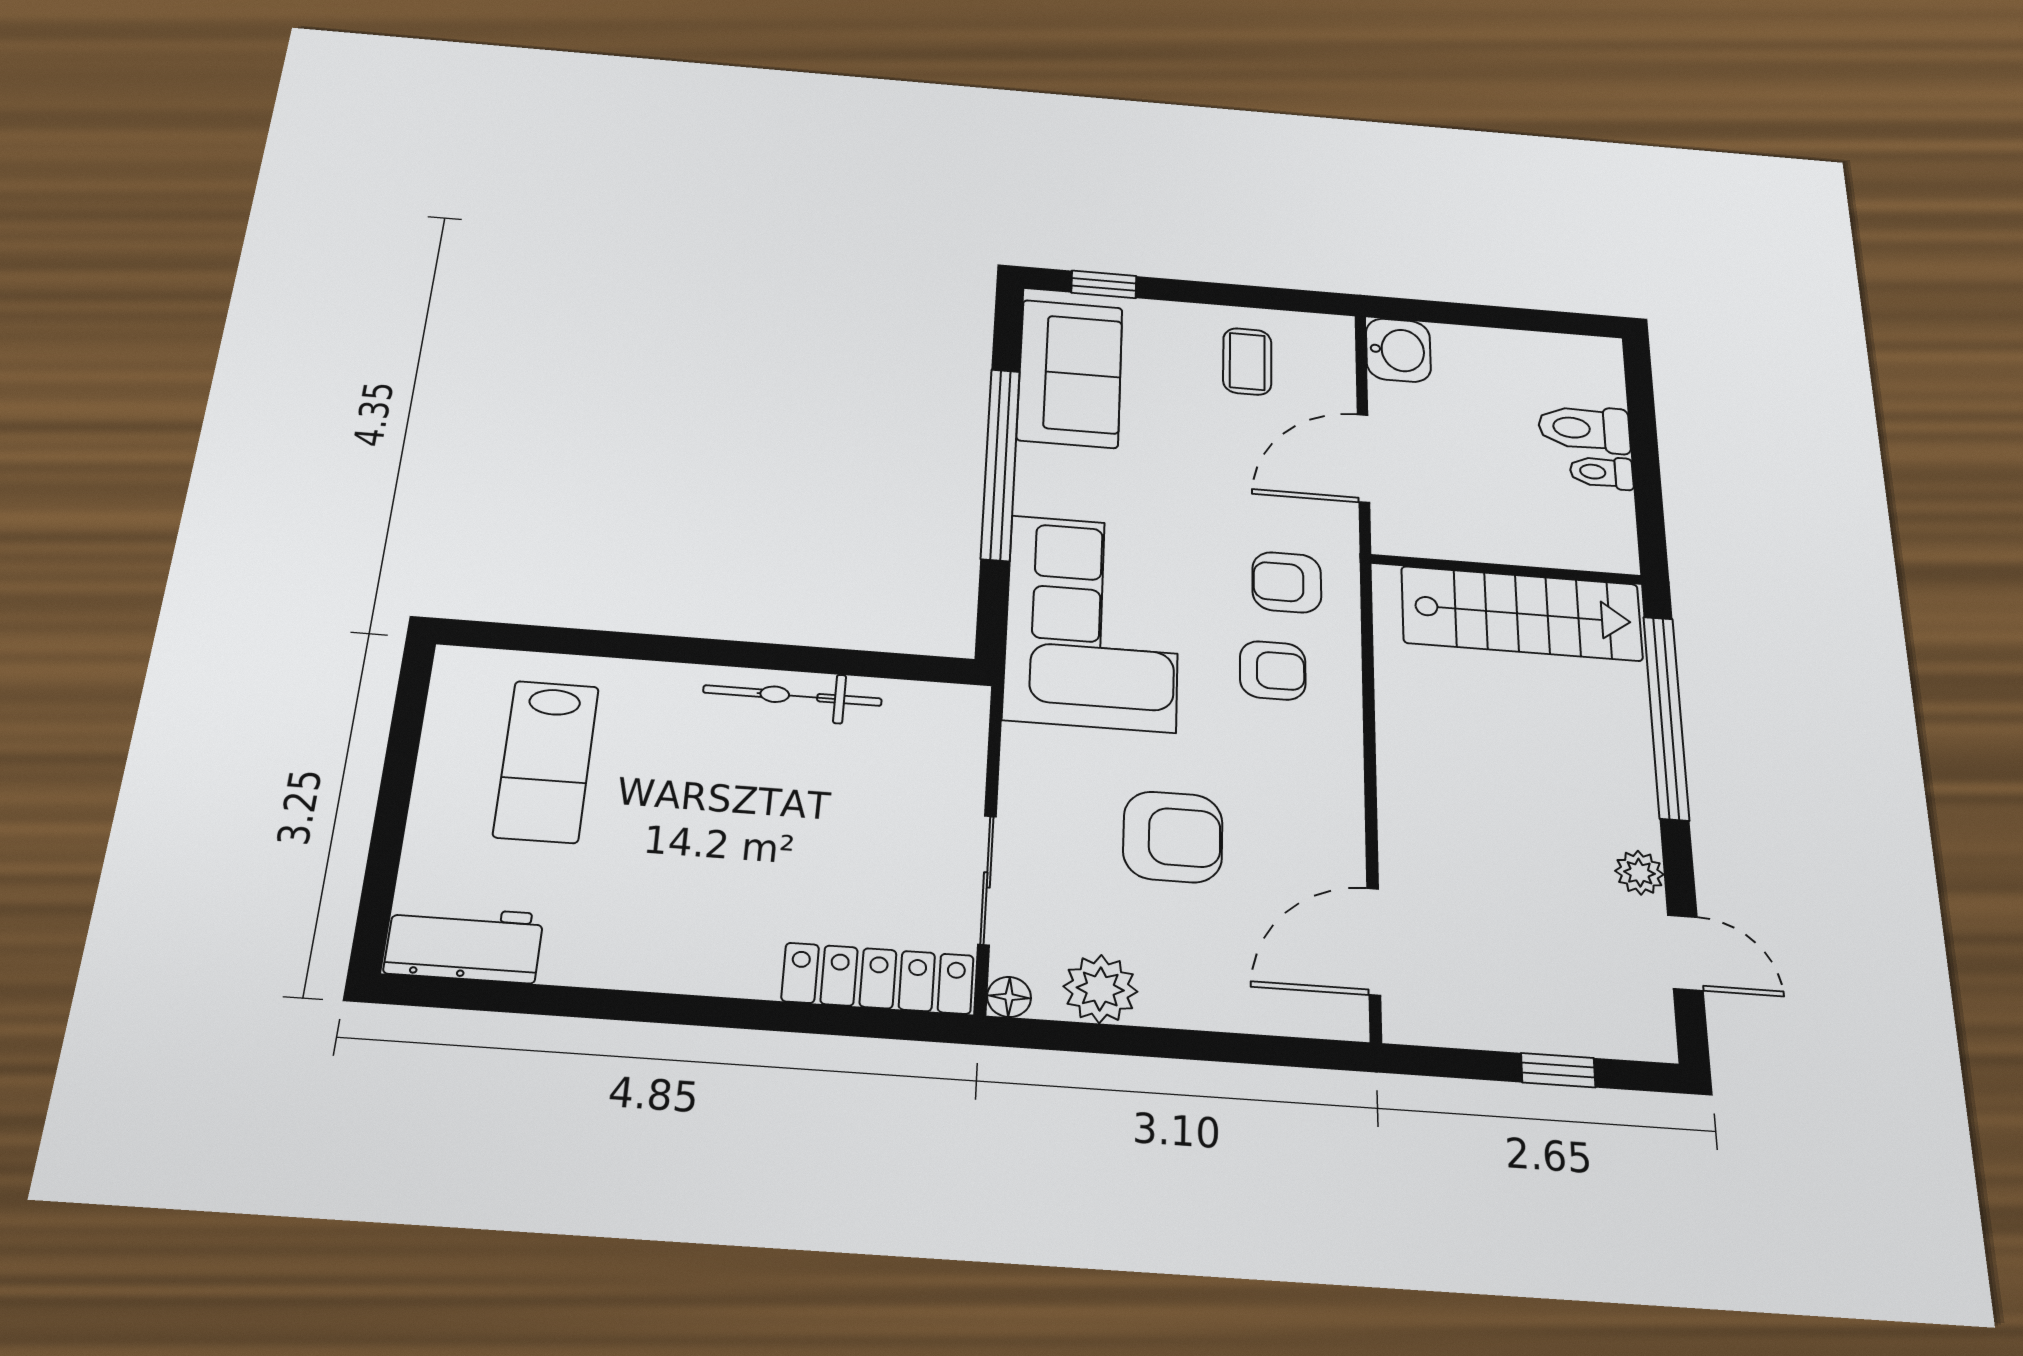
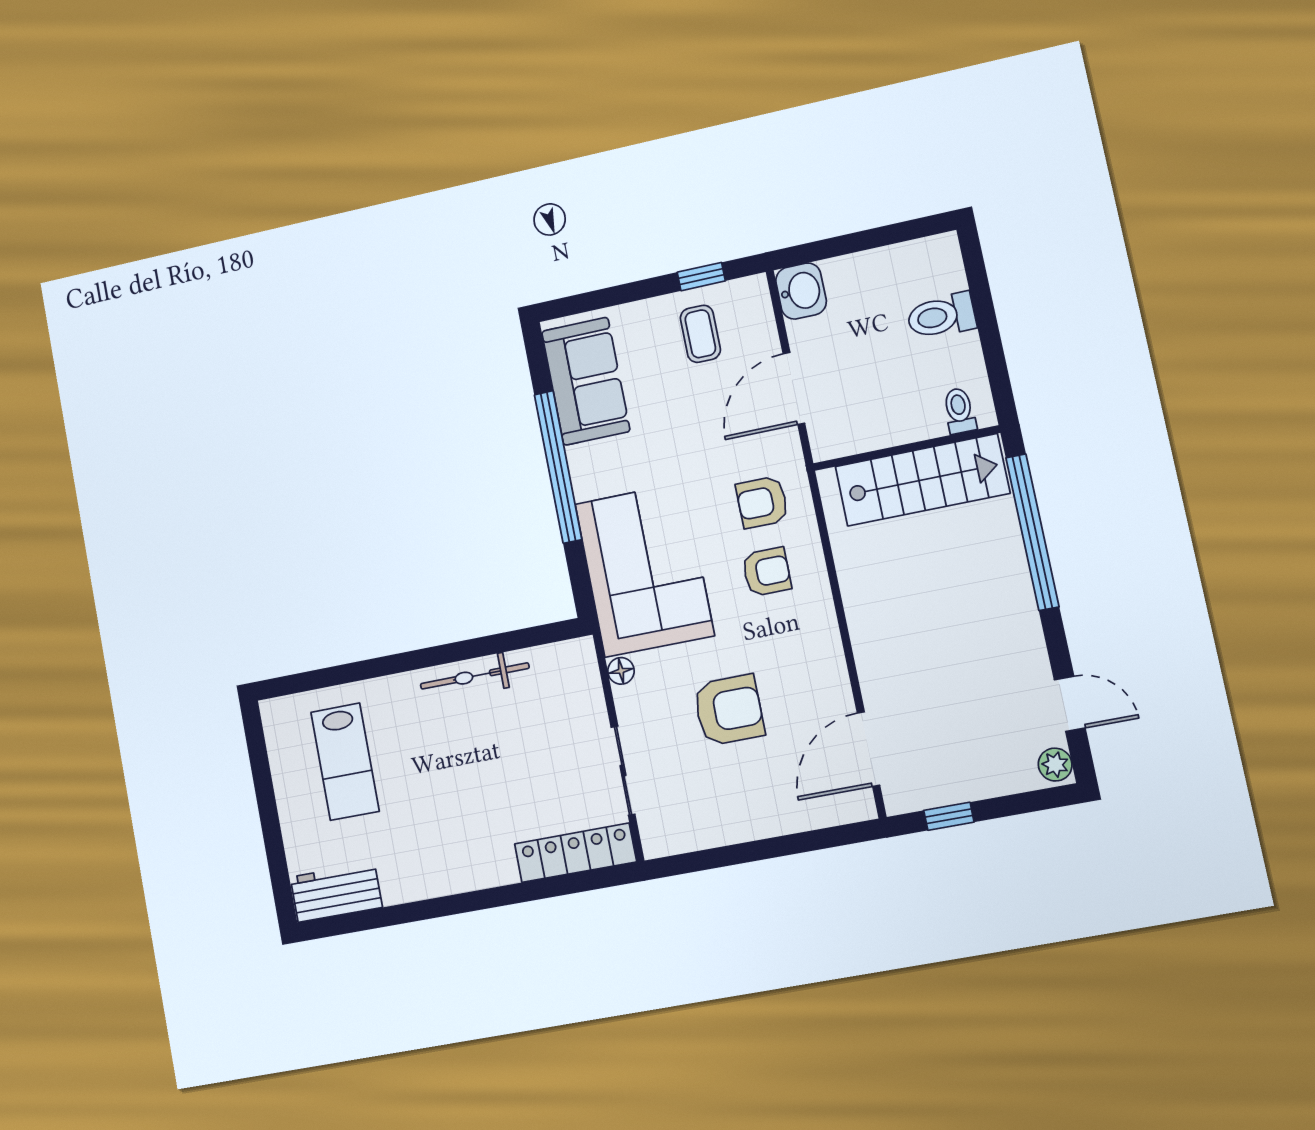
window: (1104, 284) -> (701, 277), moved
toilet: (1601, 472) -> (959, 411), moved, turned 90
plant: (1639, 873) -> (1055, 765), moved
plant: (1100, 989) -> (708, 825), removed
floor lamp: (1009, 997) -> (621, 671), moved
window: (1558, 1070) -> (949, 816), moved

